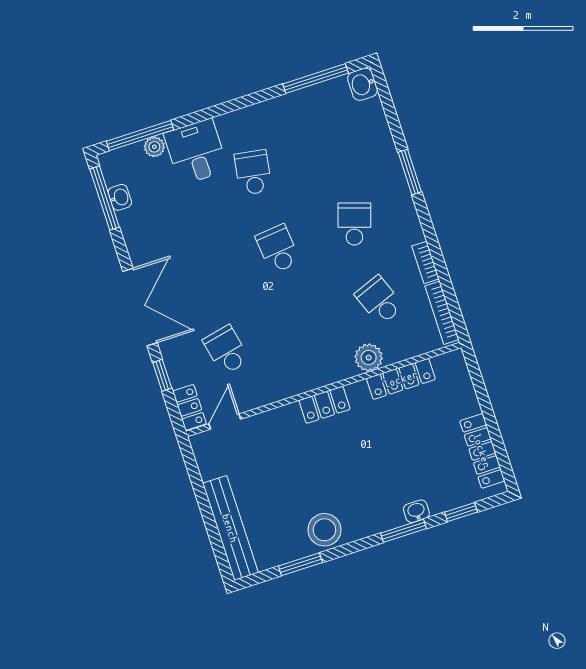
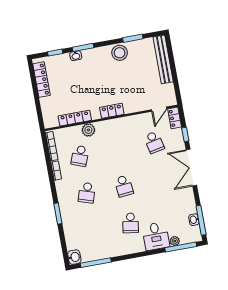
school desk: (379, 300) -> (80, 156), turned 42

